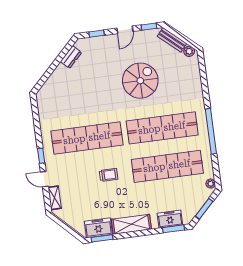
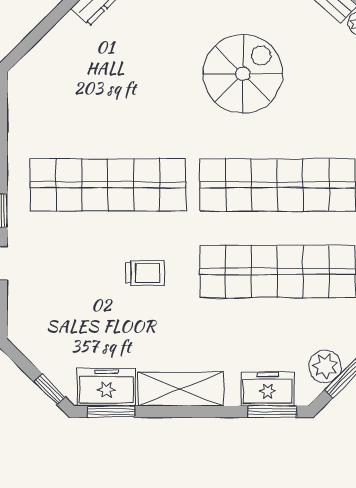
shelving: (55, 198) -> (19, 308), removed
plant: (194, 206) -> (325, 366), added
window: (73, 232) -> (50, 389), added

